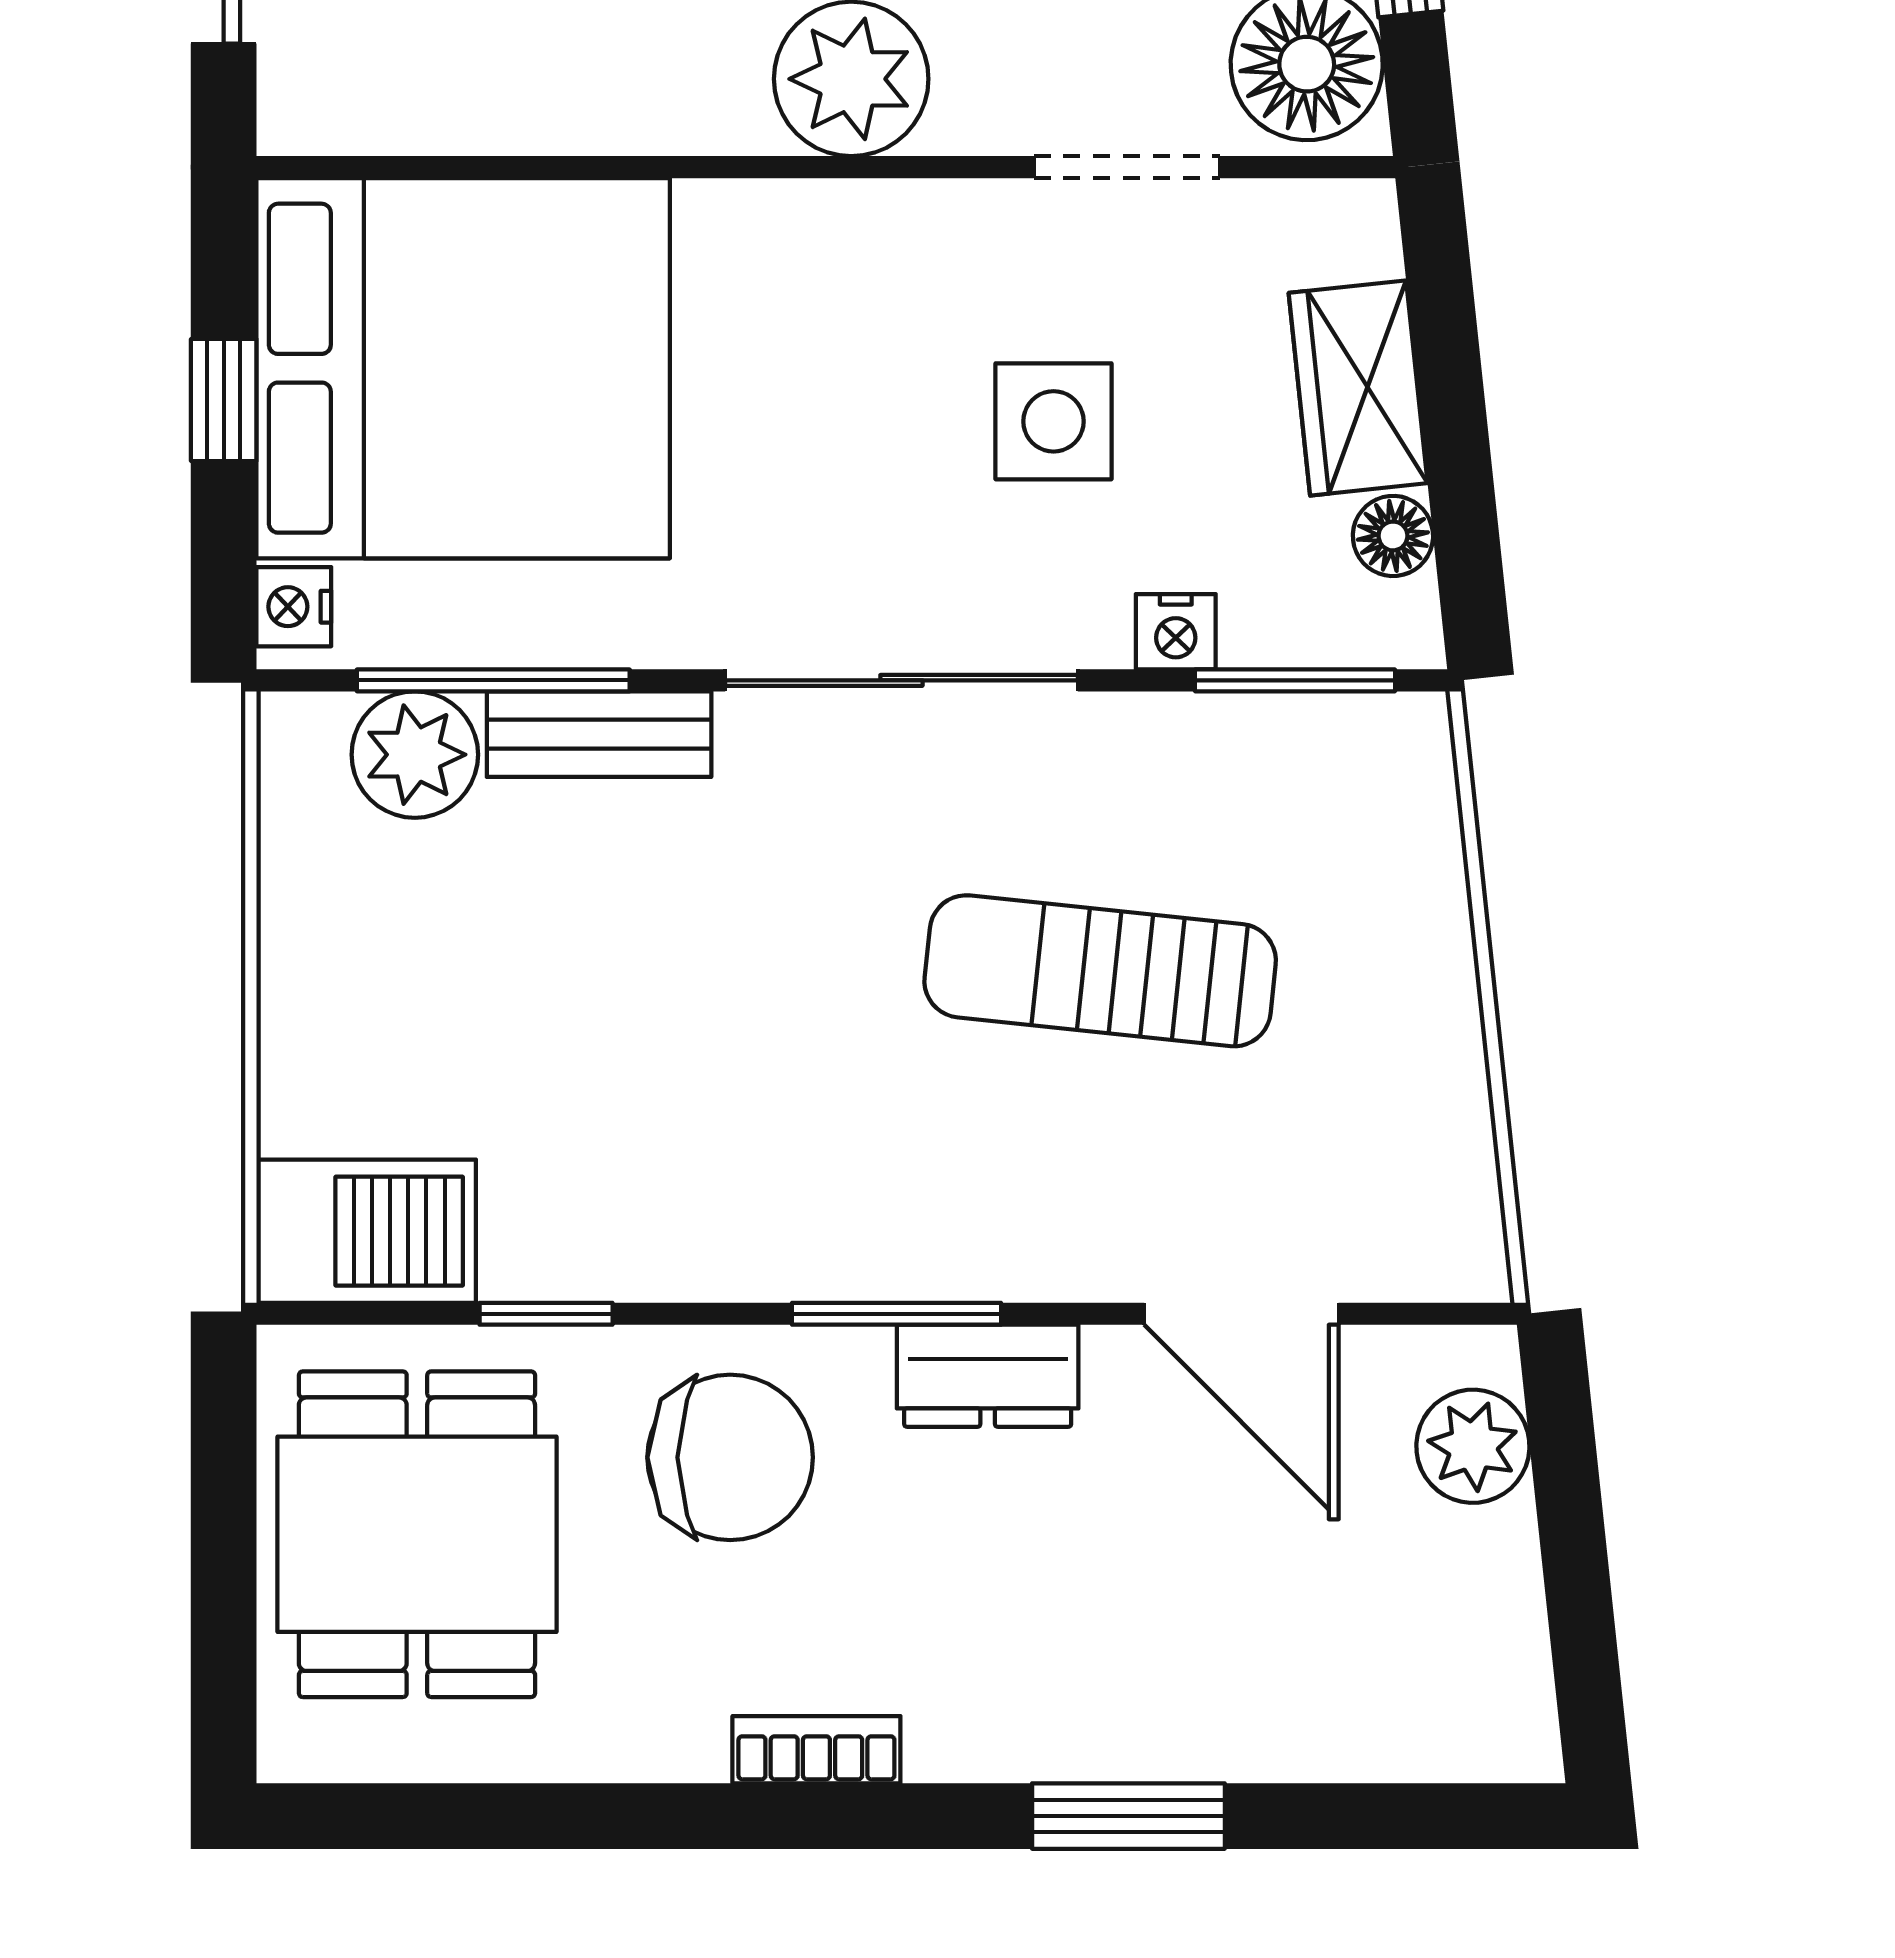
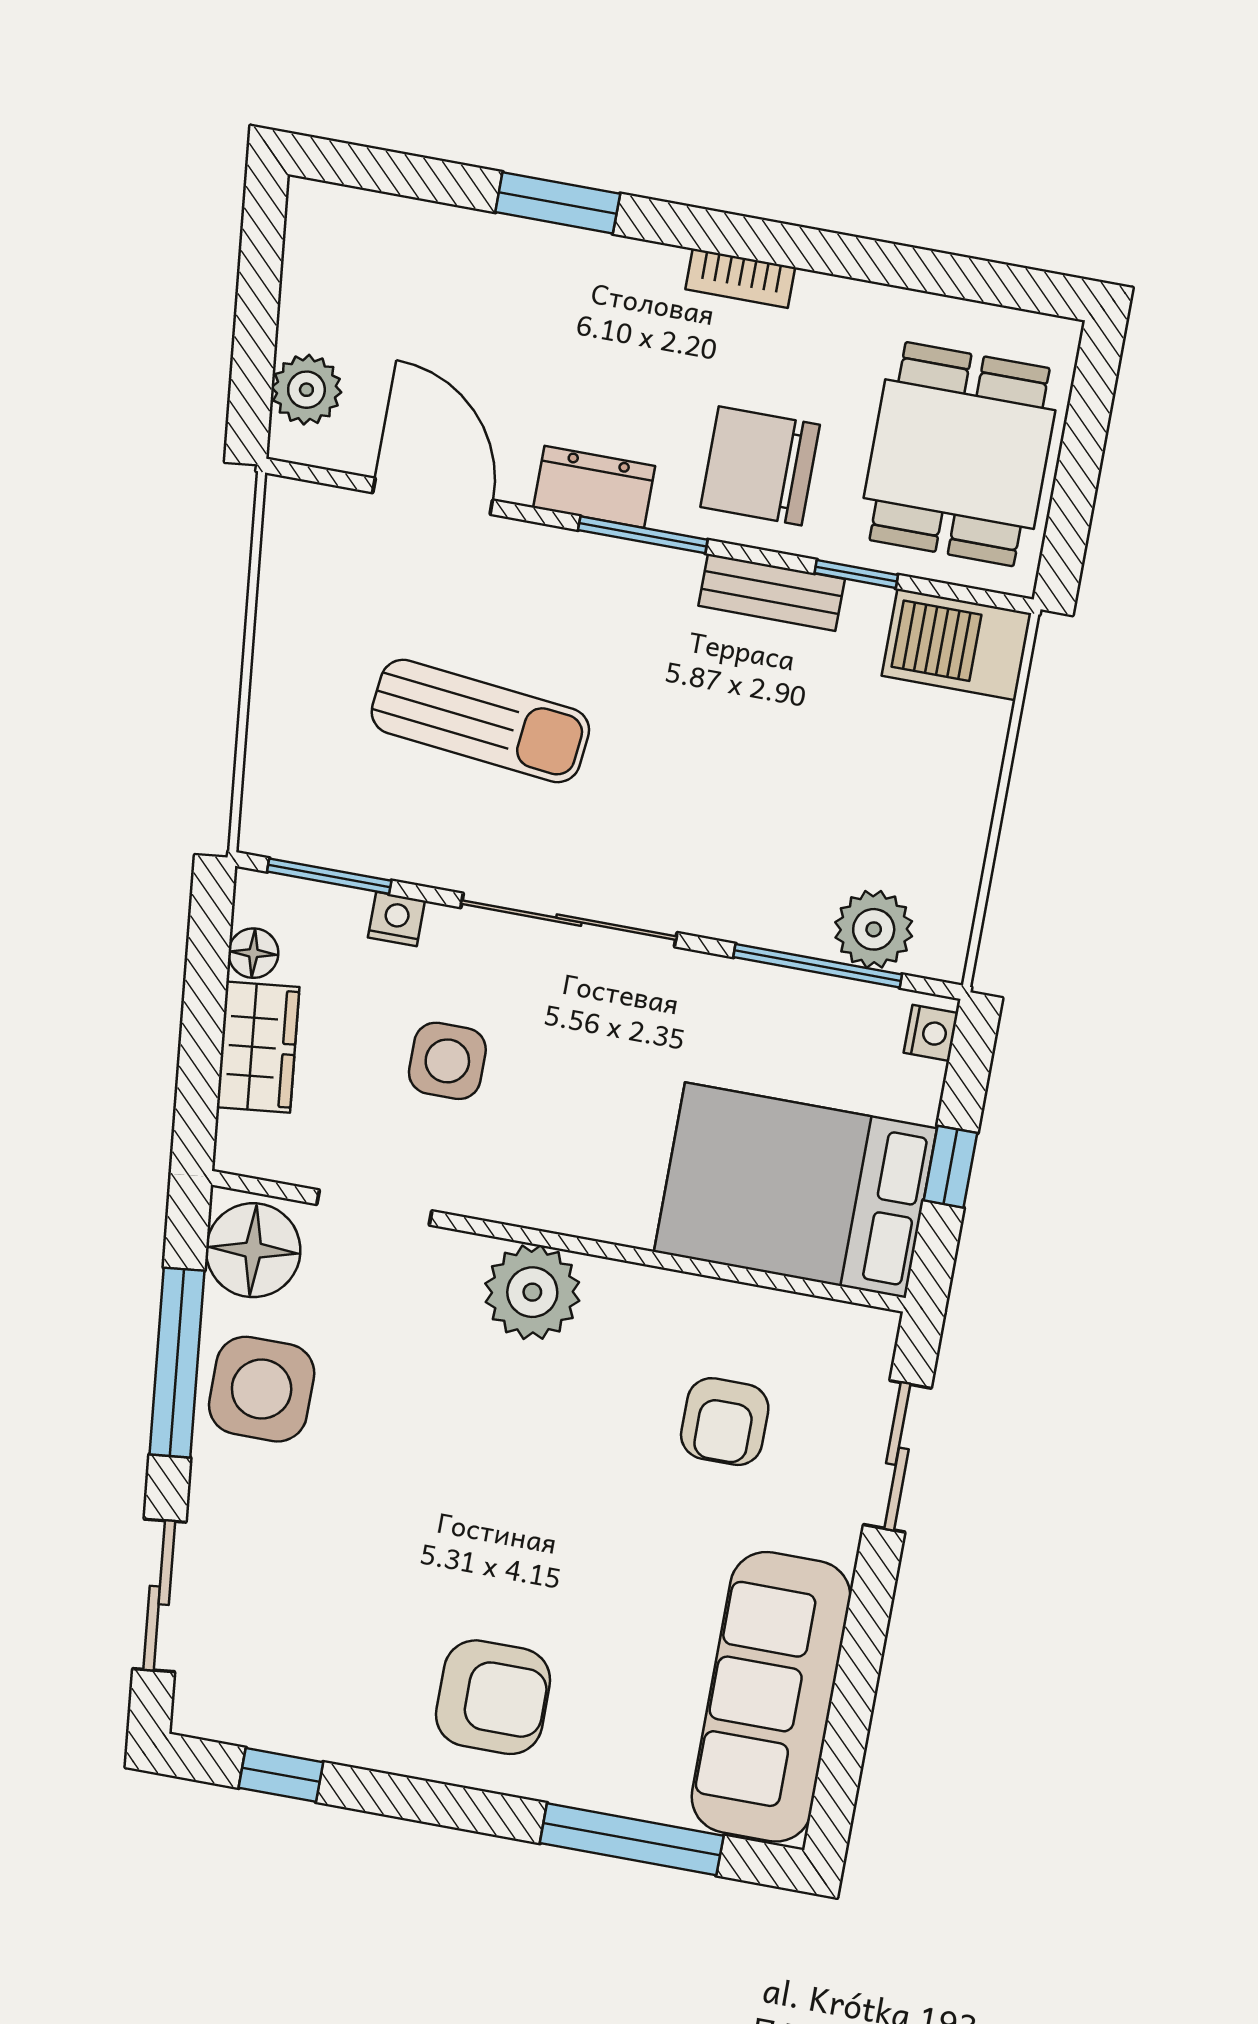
bed: (463, 368) -> (795, 1190), width x0.73
bench: (599, 734) -> (772, 592), moved

